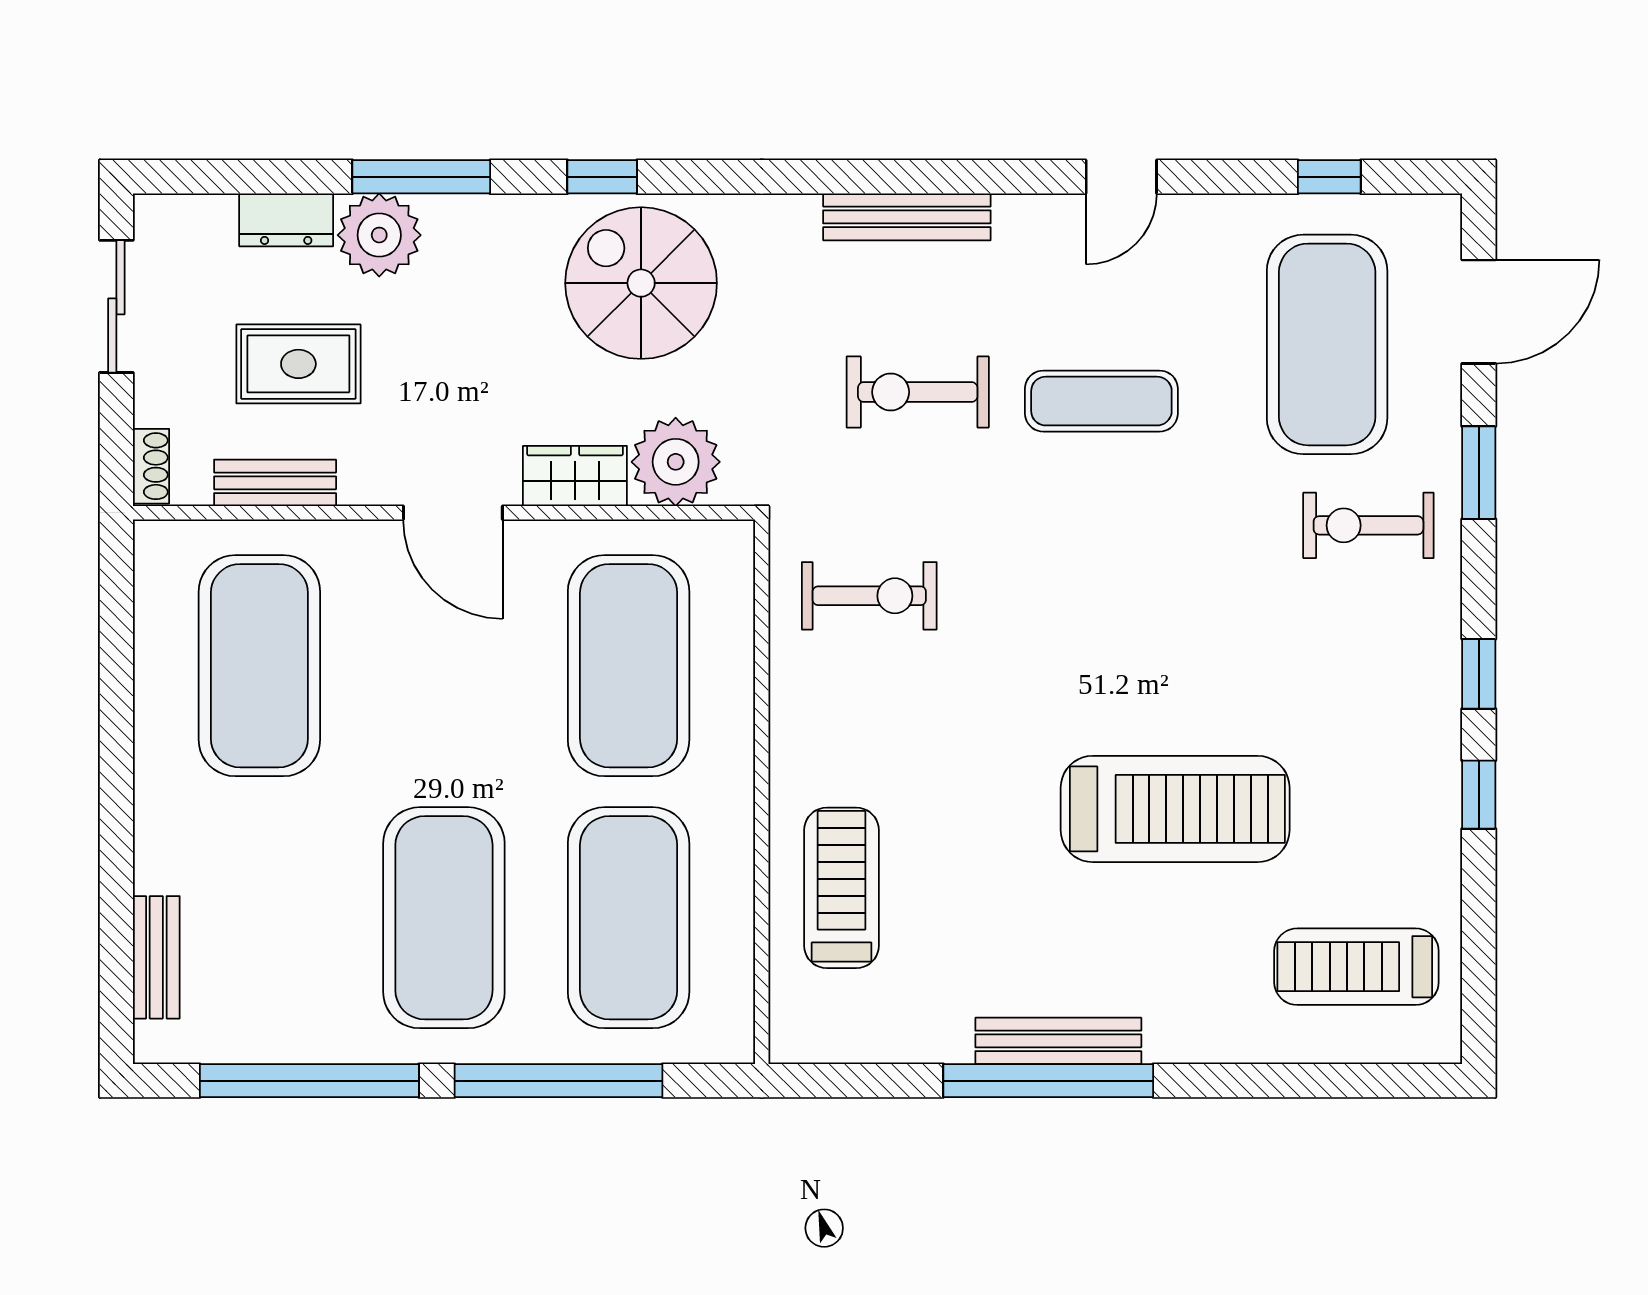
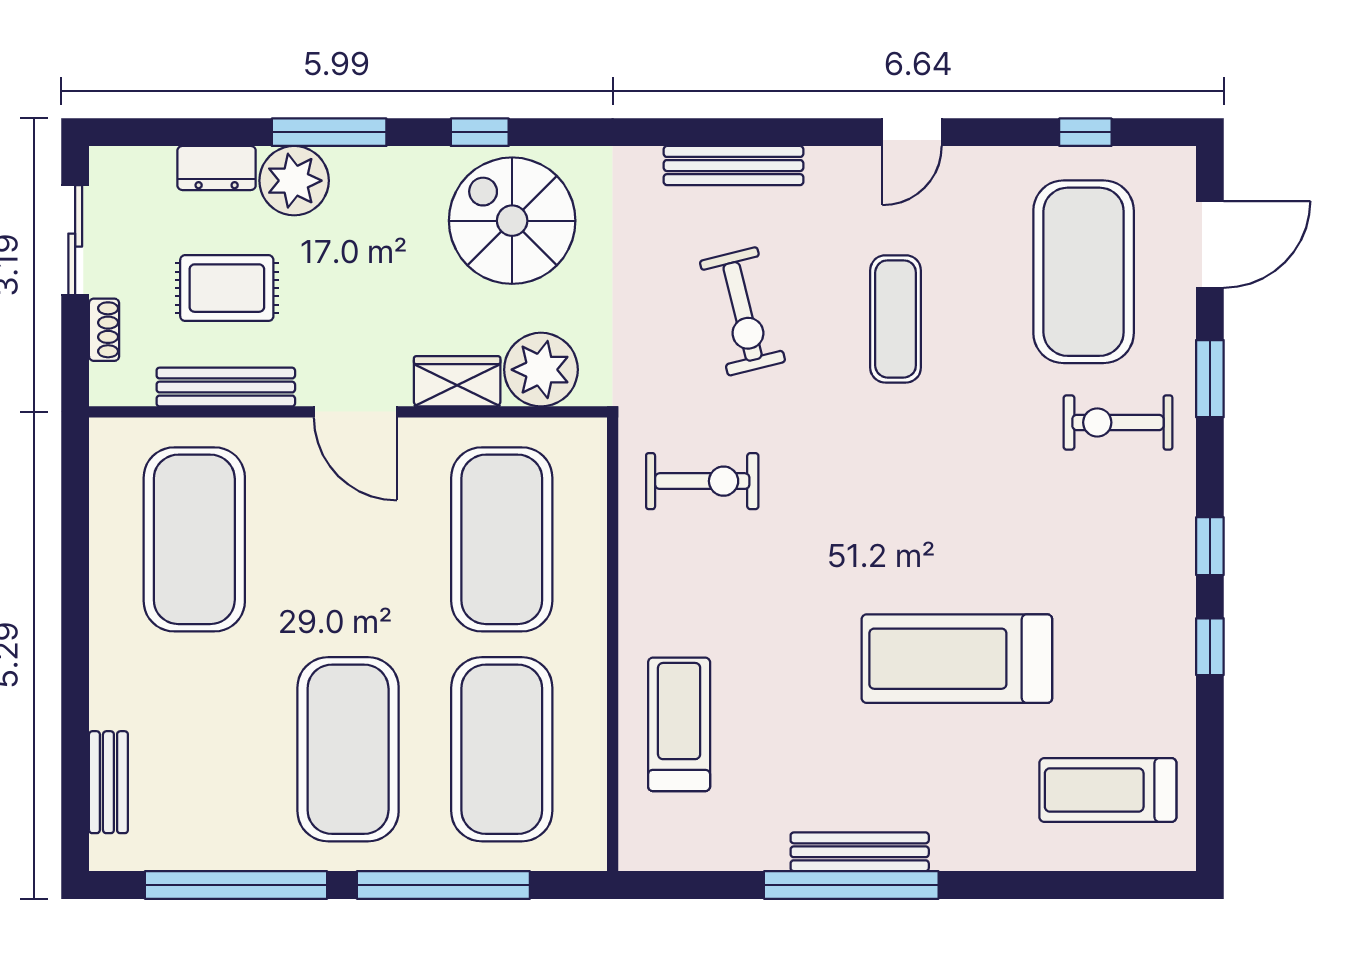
exercise bike: (918, 392) -> (743, 311), turned -104
exercise mat: (1101, 401) -> (896, 319), turned 90
shoe rack: (151, 466) -> (104, 330), moved
bench: (275, 483) -> (226, 387), width x1.36
treadmill: (1175, 809) -> (957, 659), turned 180

